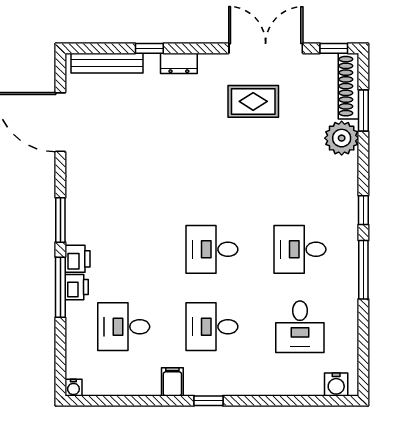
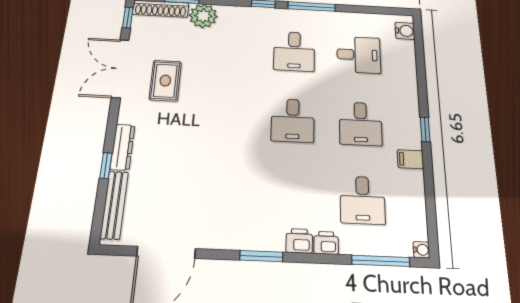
dresser: (179, 63) -> (122, 147), width x1.44
window: (60, 287) -> (381, 261), moved

